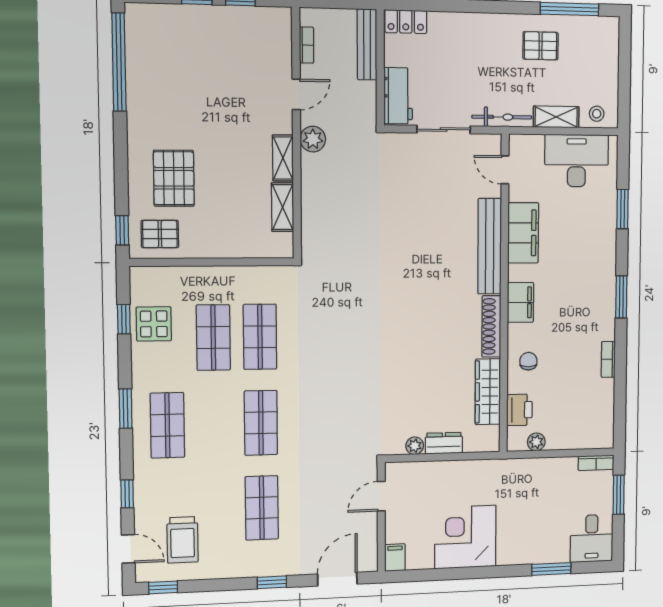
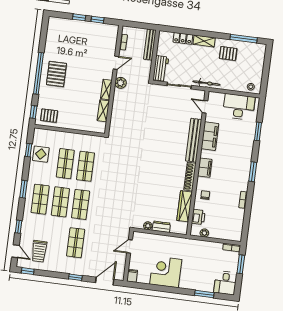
locker: (406, 22) -> (183, 38), moved
window: (119, 62) -> (38, 73), moved
shelving: (556, 117) -> (204, 41), moved
pallet: (174, 178) -> (56, 74), moved
shop shelf: (214, 424) -> (60, 202), added

